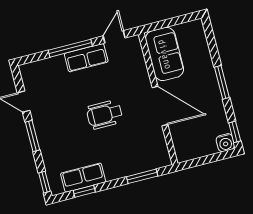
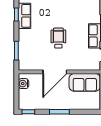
water cooler: (225, 143) -> (23, 84), moved

